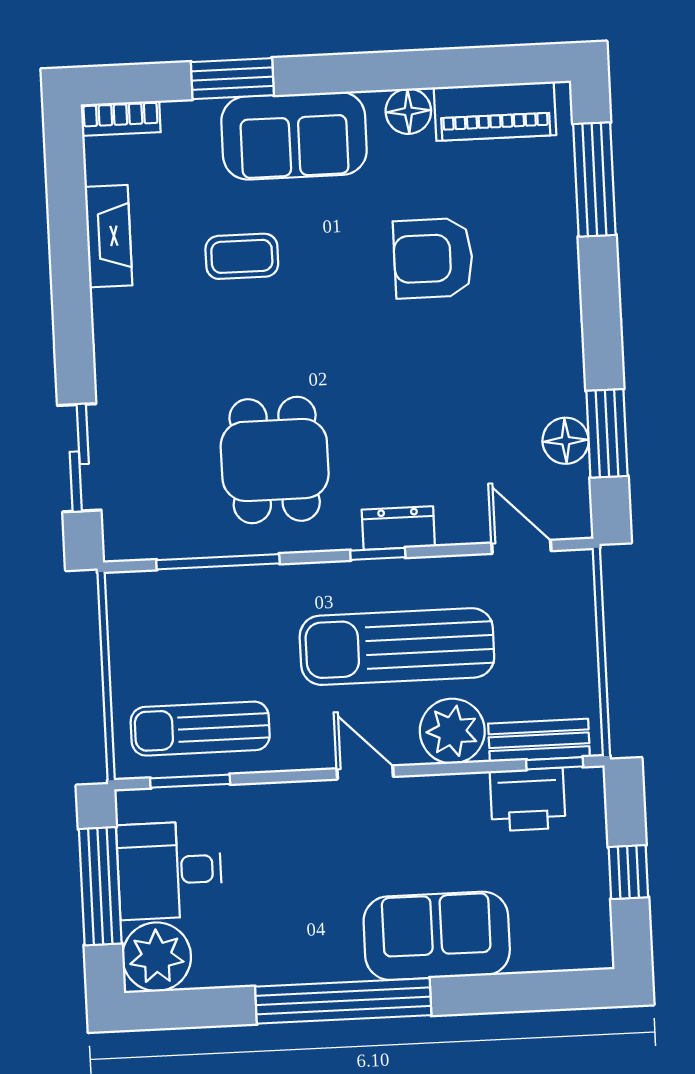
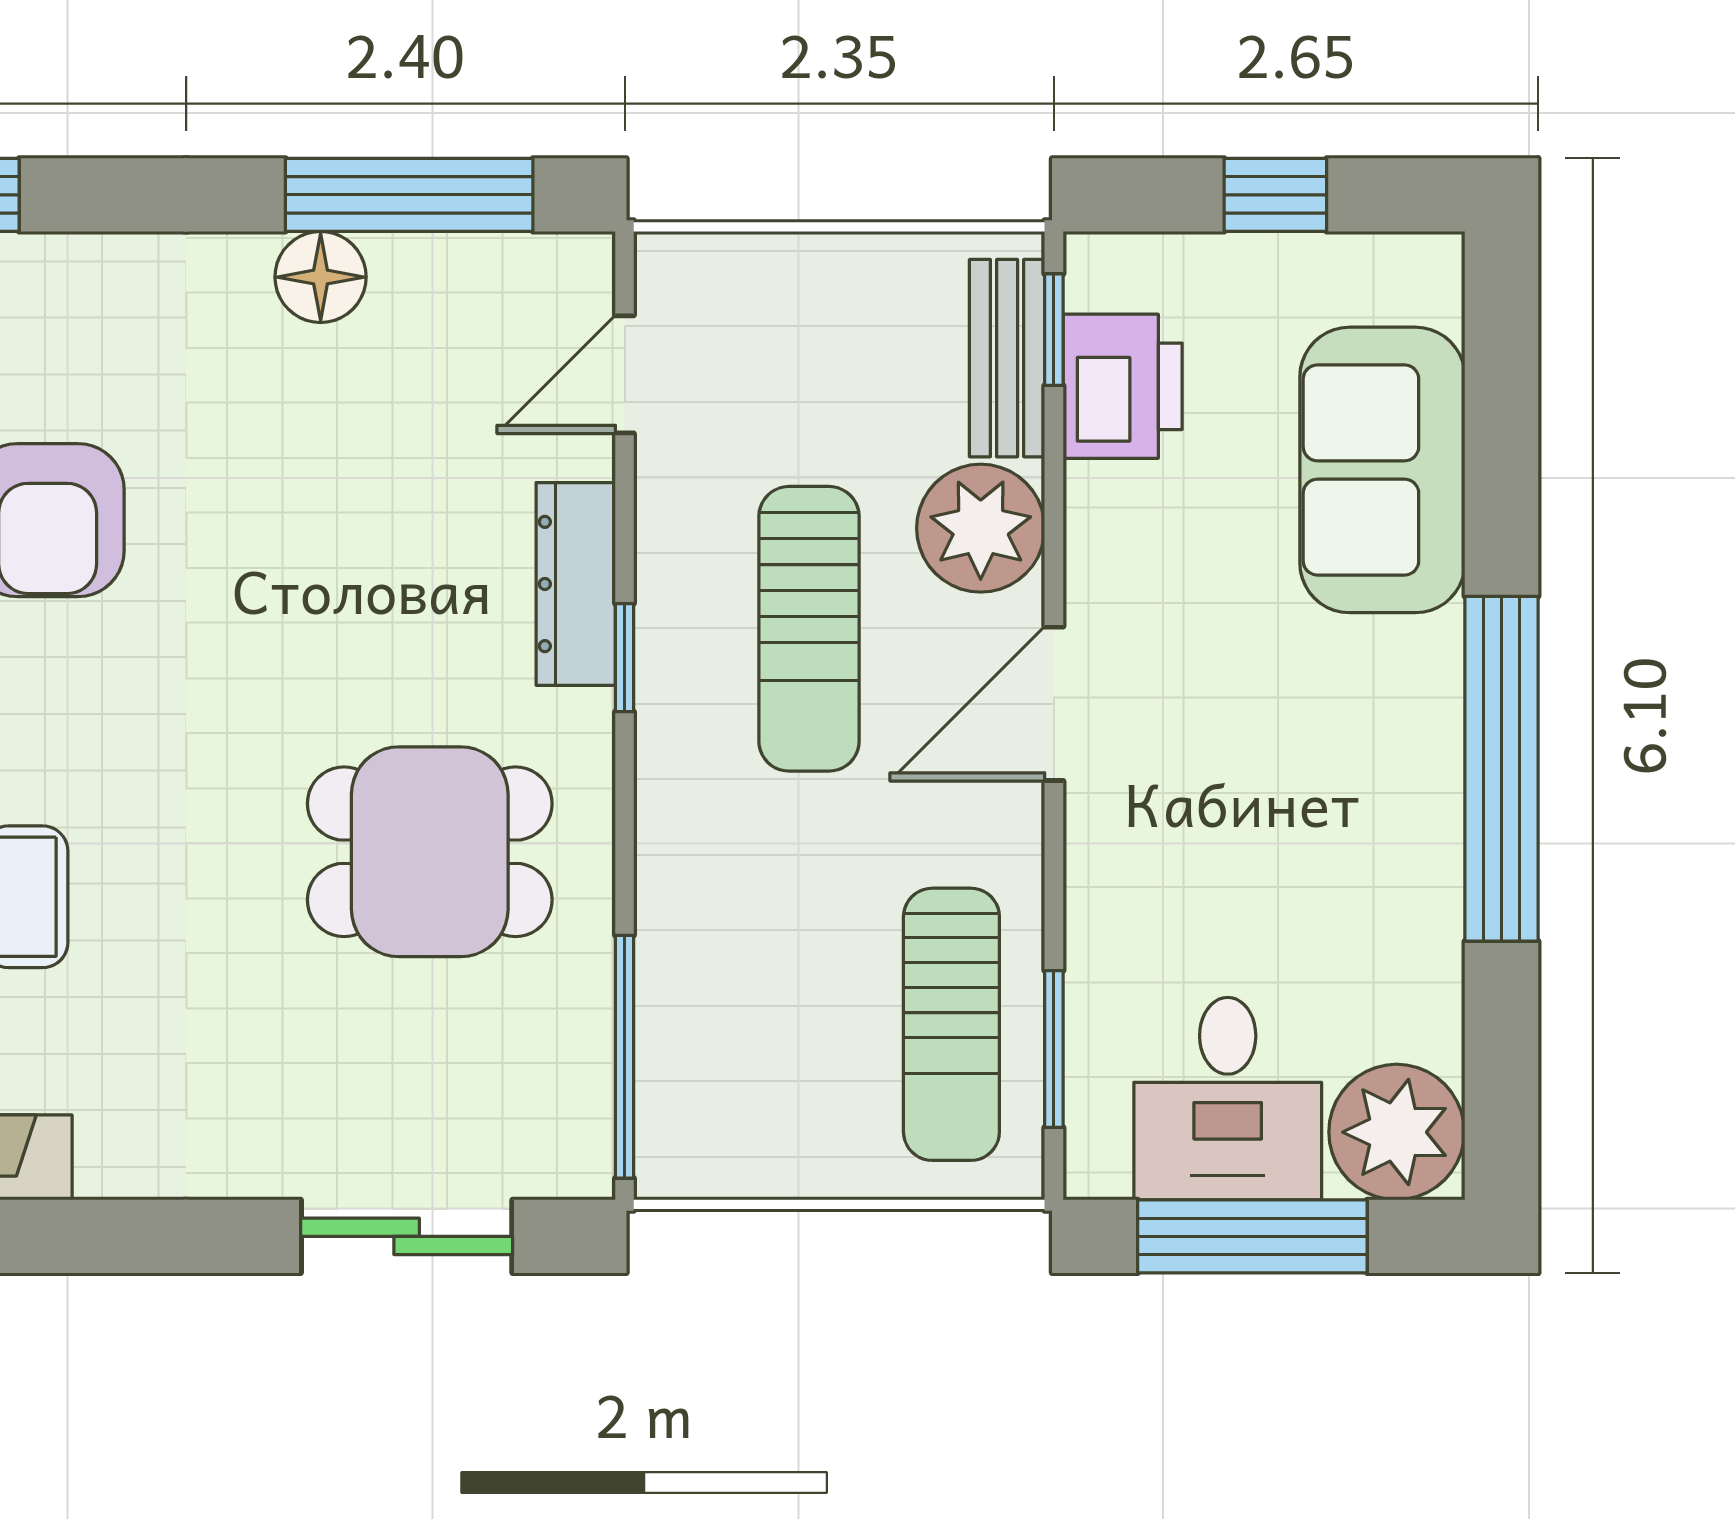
window: (607, 433) -> (409, 195), width x1.44
floor lamp: (566, 441) -> (321, 277), moved
dresser: (398, 528) -> (576, 584), width x1.44
window: (218, 562) -> (625, 1057), moved
sun lounger: (397, 647) -> (809, 629), width x0.73, depth x0.75
door: (365, 773) -> (1054, 704), width x1.38
sofa: (437, 936) -> (1382, 470), moved

